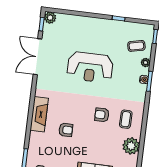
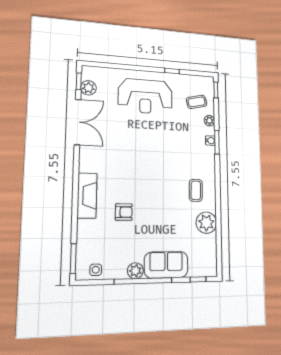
plant: (50, 18) -> (88, 88), moved
double door: (37, 57) -> (77, 122), swing flipped
reception desk: (90, 67) -> (145, 96), moved
armchair: (102, 115) -> (167, 188), removed

